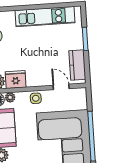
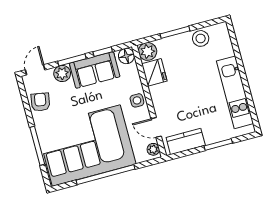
door: (61, 87) -> (156, 127), swing flipped
plant: (10, 97) -> (153, 149), moved

